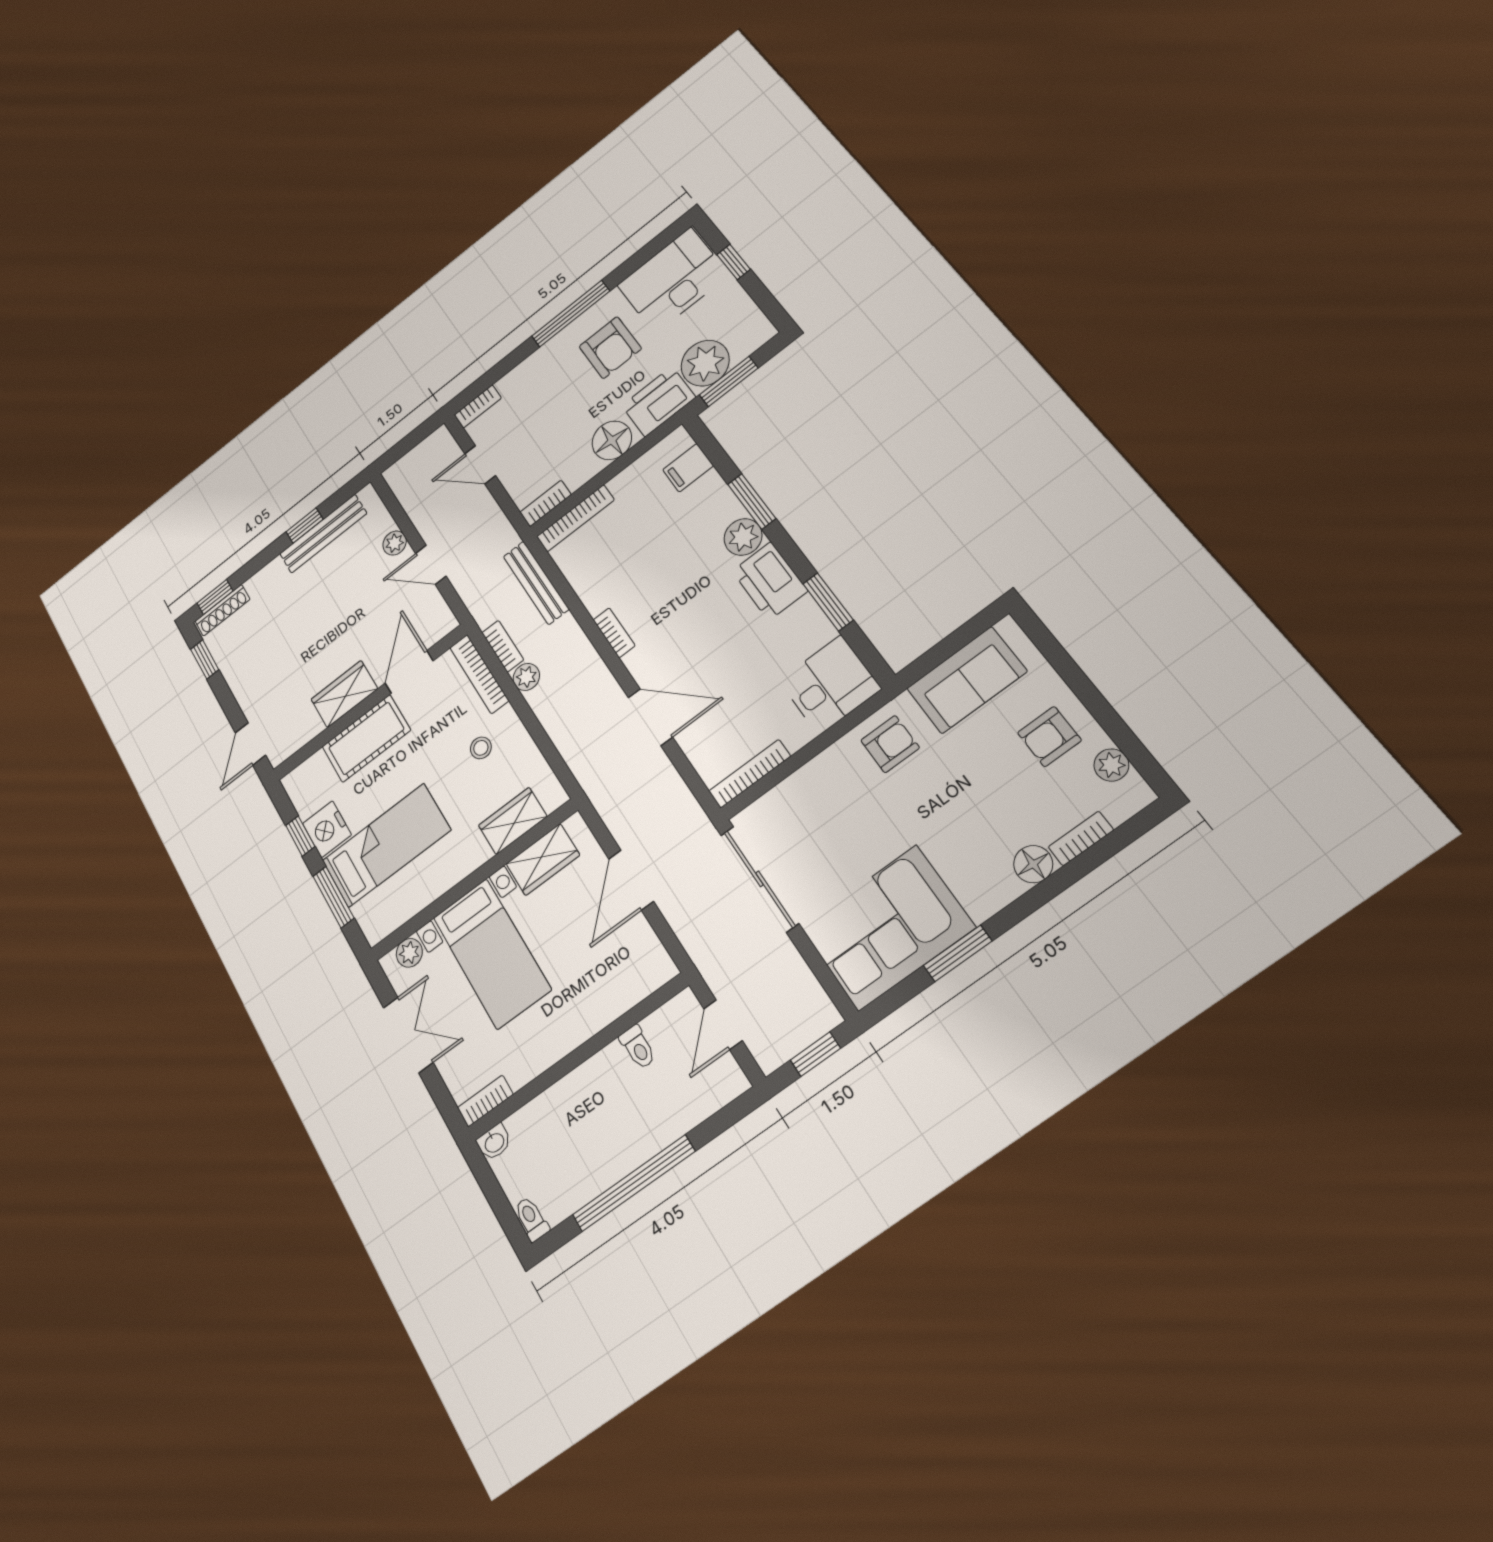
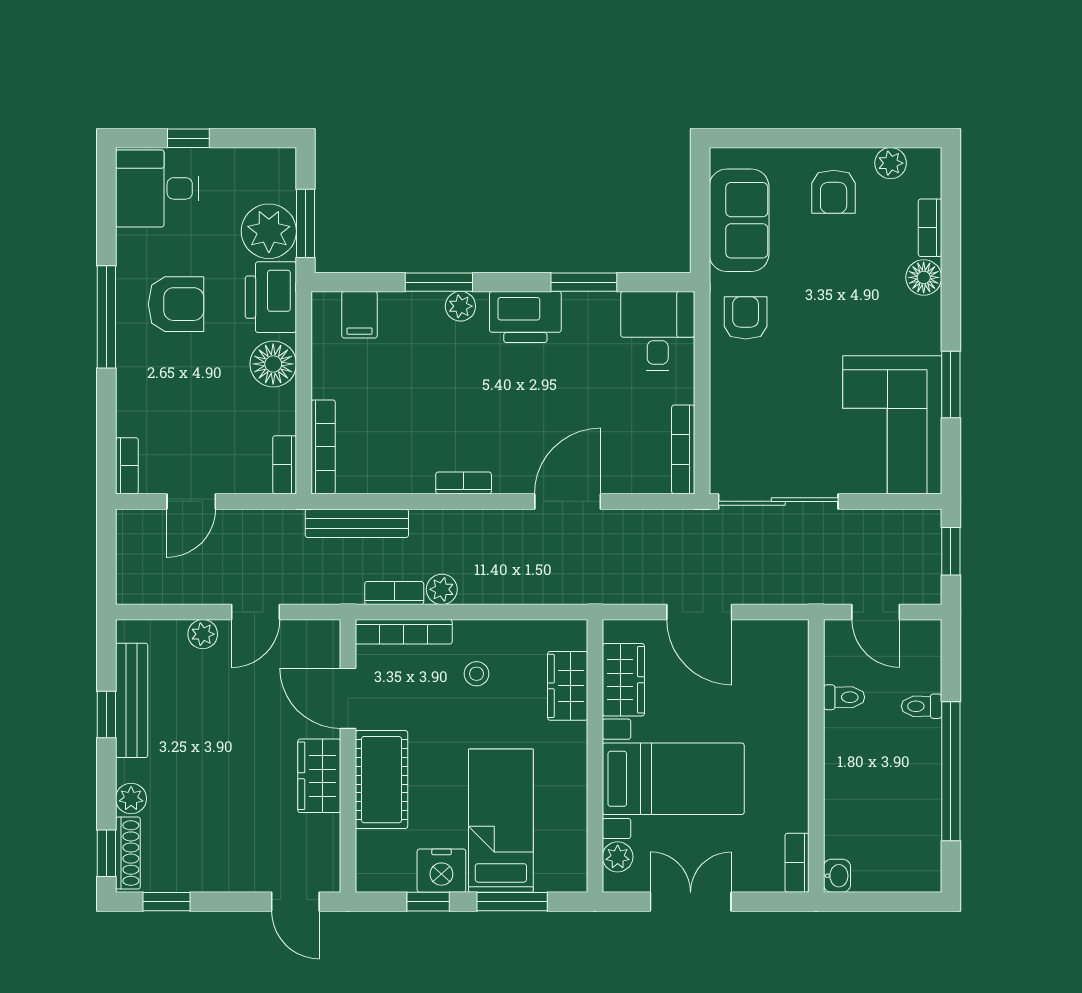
desk: (673, 280) -> (157, 188), width x0.73
plant: (743, 537) -> (460, 306), width x0.73, depth x0.73
plant: (259, 584) -> (131, 799), added
toilet: (531, 1219) -> (922, 706), moved

